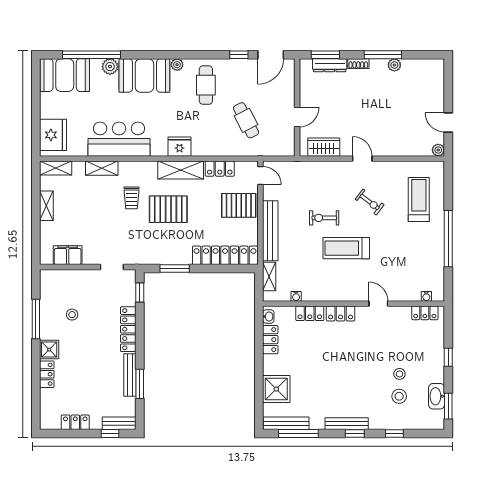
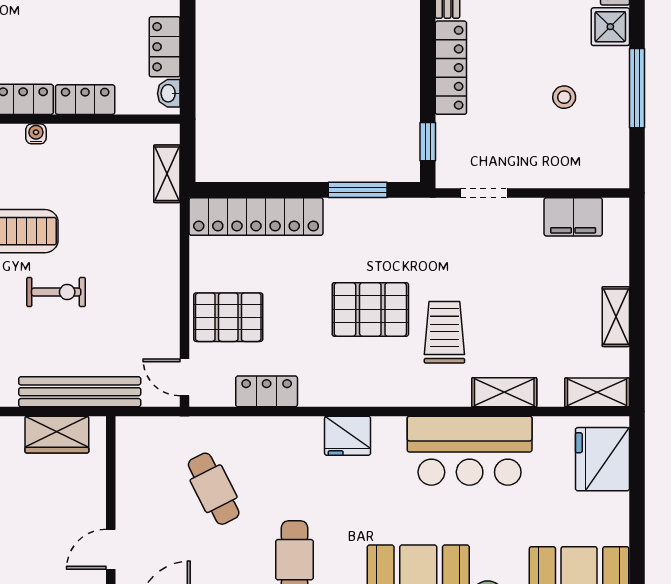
door: (297, 117) -> (111, 549), moved
shelving: (181, 170) -> (345, 389), removed
trolley: (131, 198) -> (444, 332), width x1.36, depth x1.39
bench: (270, 231) -> (80, 392), moved, turned 90
water cooler: (296, 296) -> (36, 134), moved

